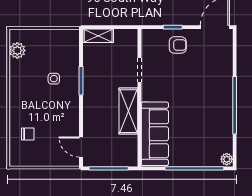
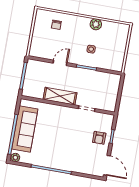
shelving: (98, 36) -> (115, 85), removed
plant: (17, 50) -> (96, 24), moved
sofa: (155, 134) -> (25, 129), moved, turned -90
door: (81, 147) -> (60, 63), moved

